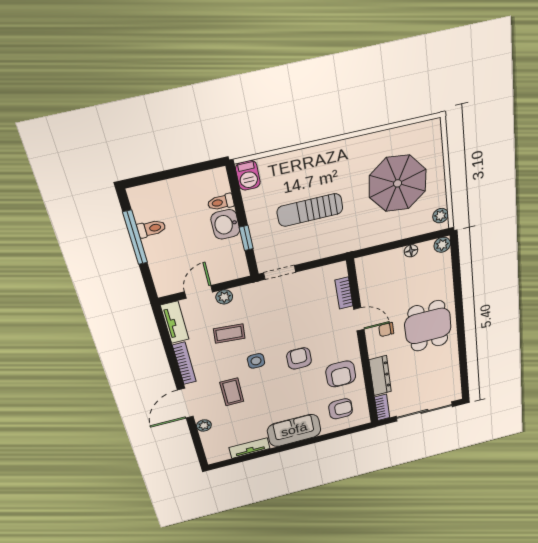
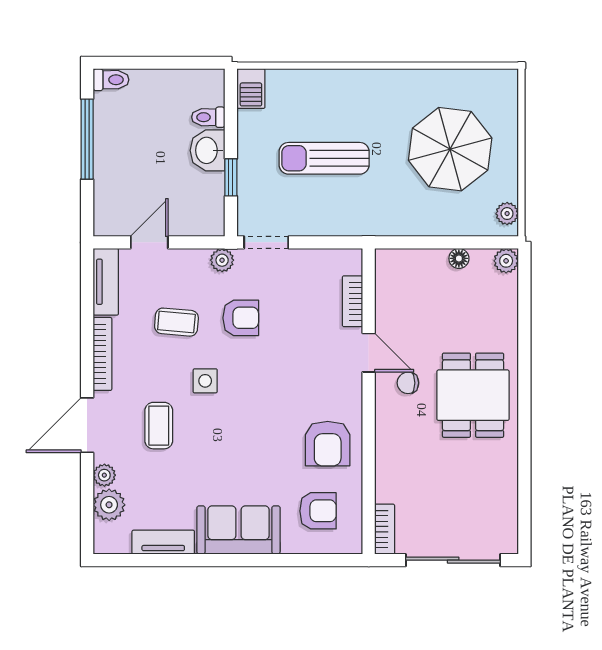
toilet: (151, 229) -> (111, 80), moved
plant: (224, 297) -> (222, 260), moved
armchair: (299, 358) -> (241, 318), moved, turned 90
dresser: (380, 376) -> (389, 466), removed
plant: (211, 439) -> (109, 505), added

